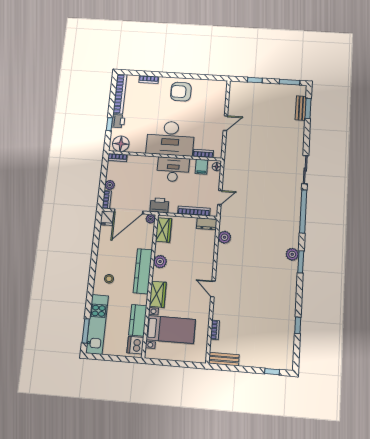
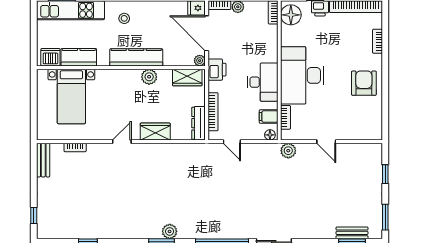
dresser: (207, 224) -> (199, 123), width x1.44
plant: (225, 237) -> (288, 151), moved
wardrobe: (158, 294) -> (155, 132), moved, turned 180

